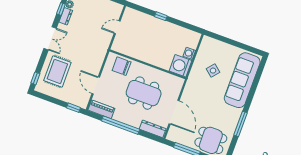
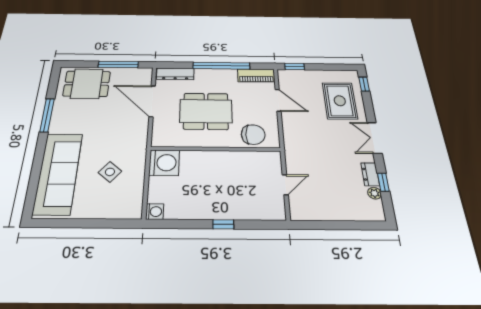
washing machine: (189, 53) -> (155, 212), moved

